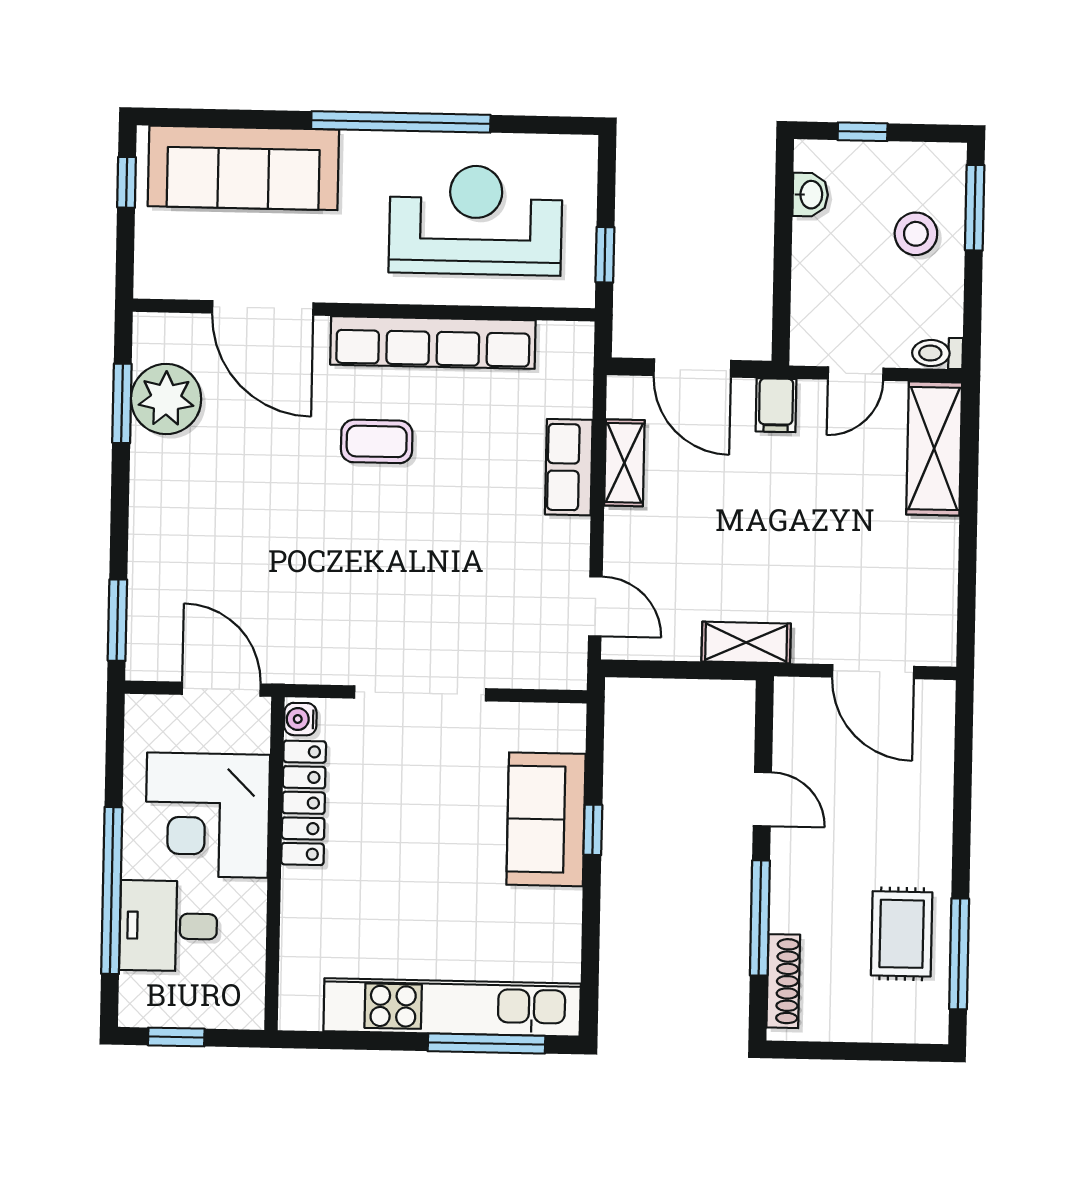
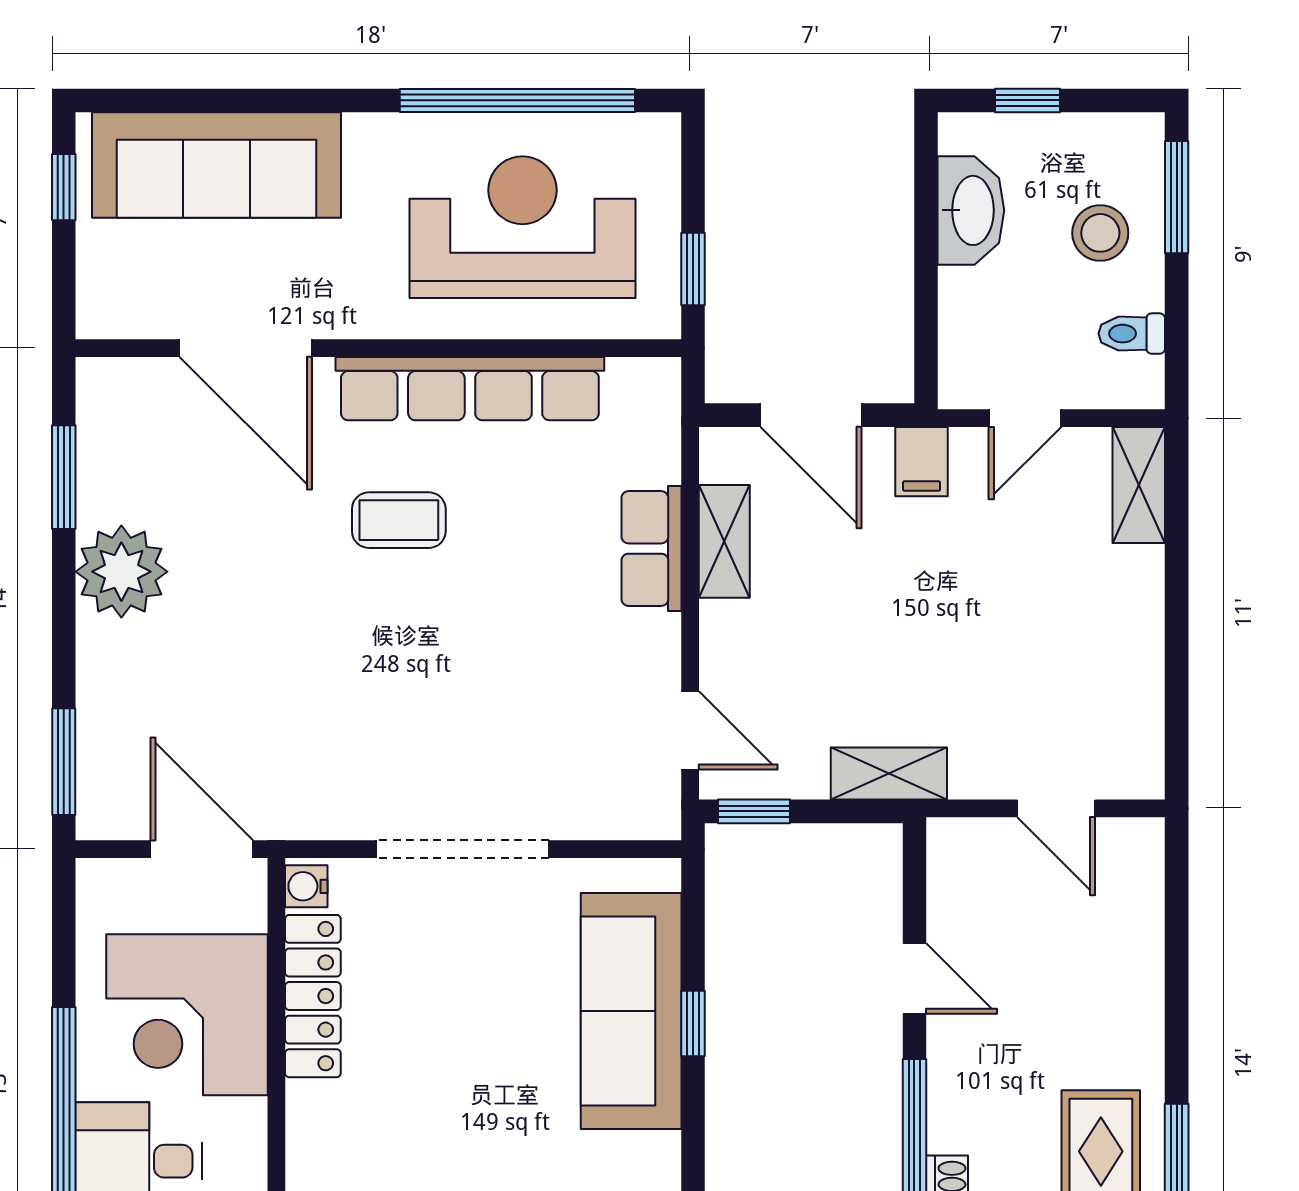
window: (401, 122) -> (517, 100), moved
washbasin: (810, 195) -> (971, 210), width x1.91, depth x1.45
toilet: (937, 353) -> (1132, 334), moved
plant: (166, 399) -> (121, 572), moved
shelving: (934, 448) -> (1139, 485), width x0.67, depth x0.75
window: (643, 669) -> (754, 811), added
door: (873, 672) -> (1056, 808), width x0.73
sofa: (546, 819) -> (631, 1011), width x1.36

